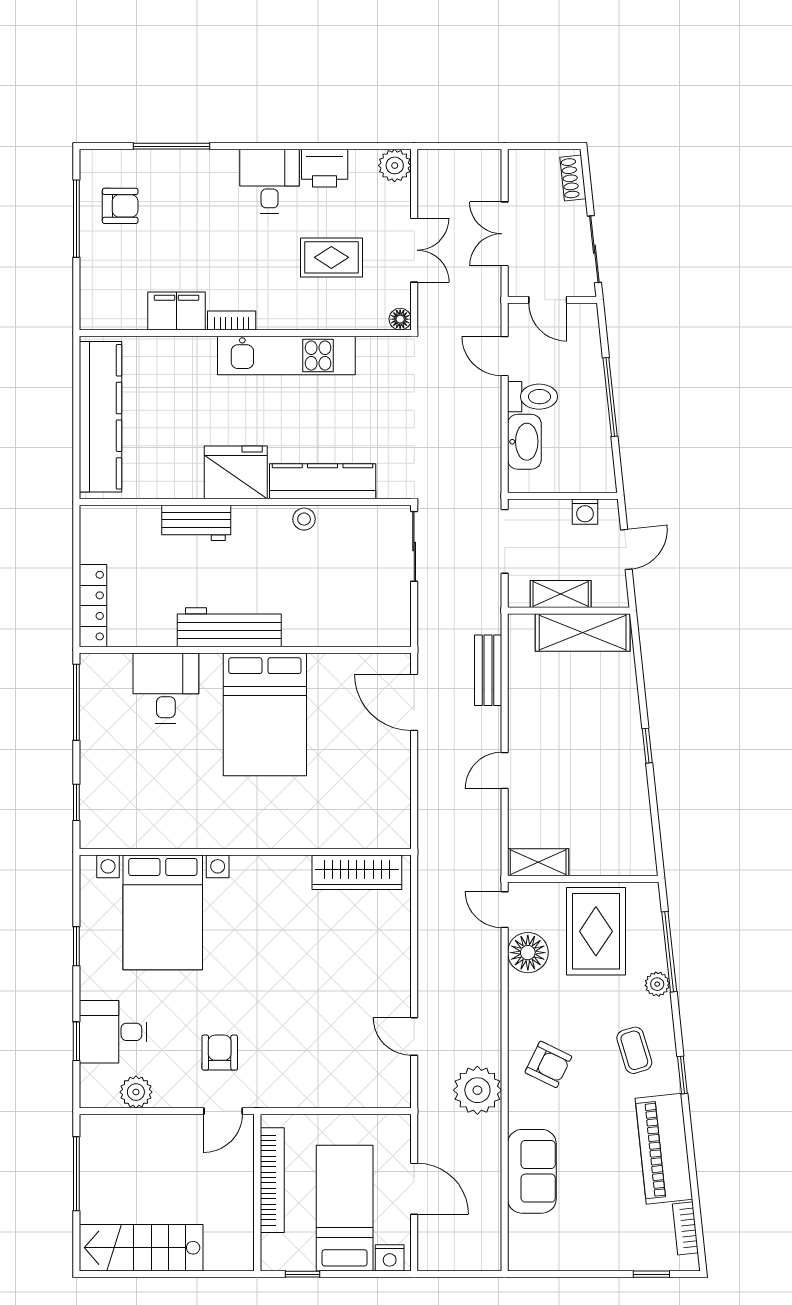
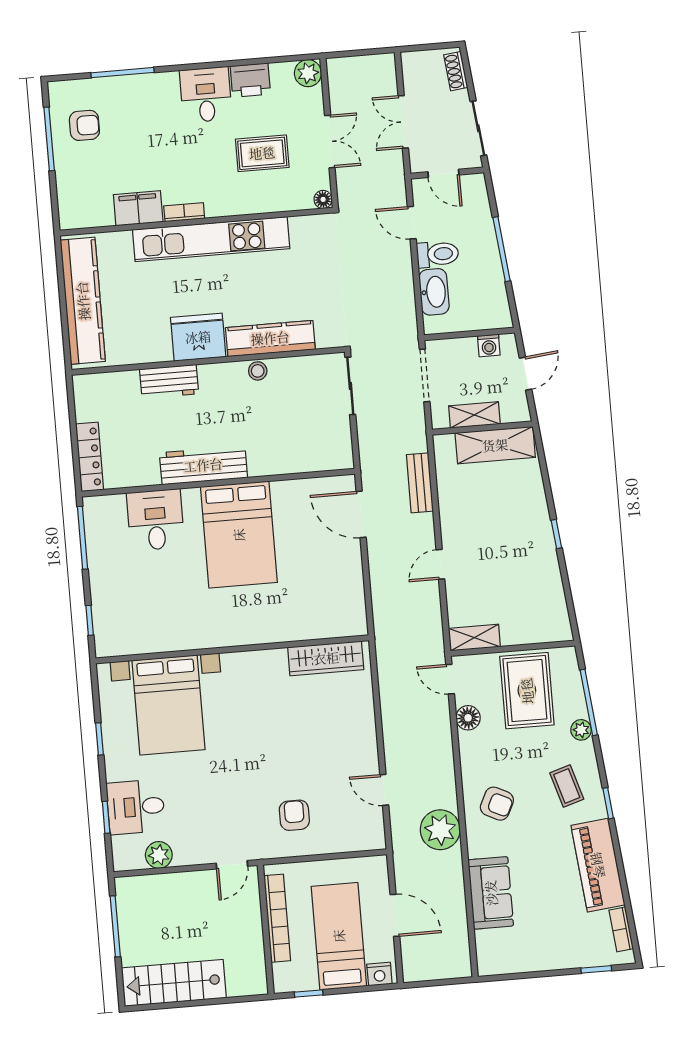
kitchen unit: (286, 356) -> (211, 239), width x1.36
floor lamp: (528, 953) -> (468, 718), width x0.73, depth x0.73
armchair: (220, 1053) -> (294, 815), moved

